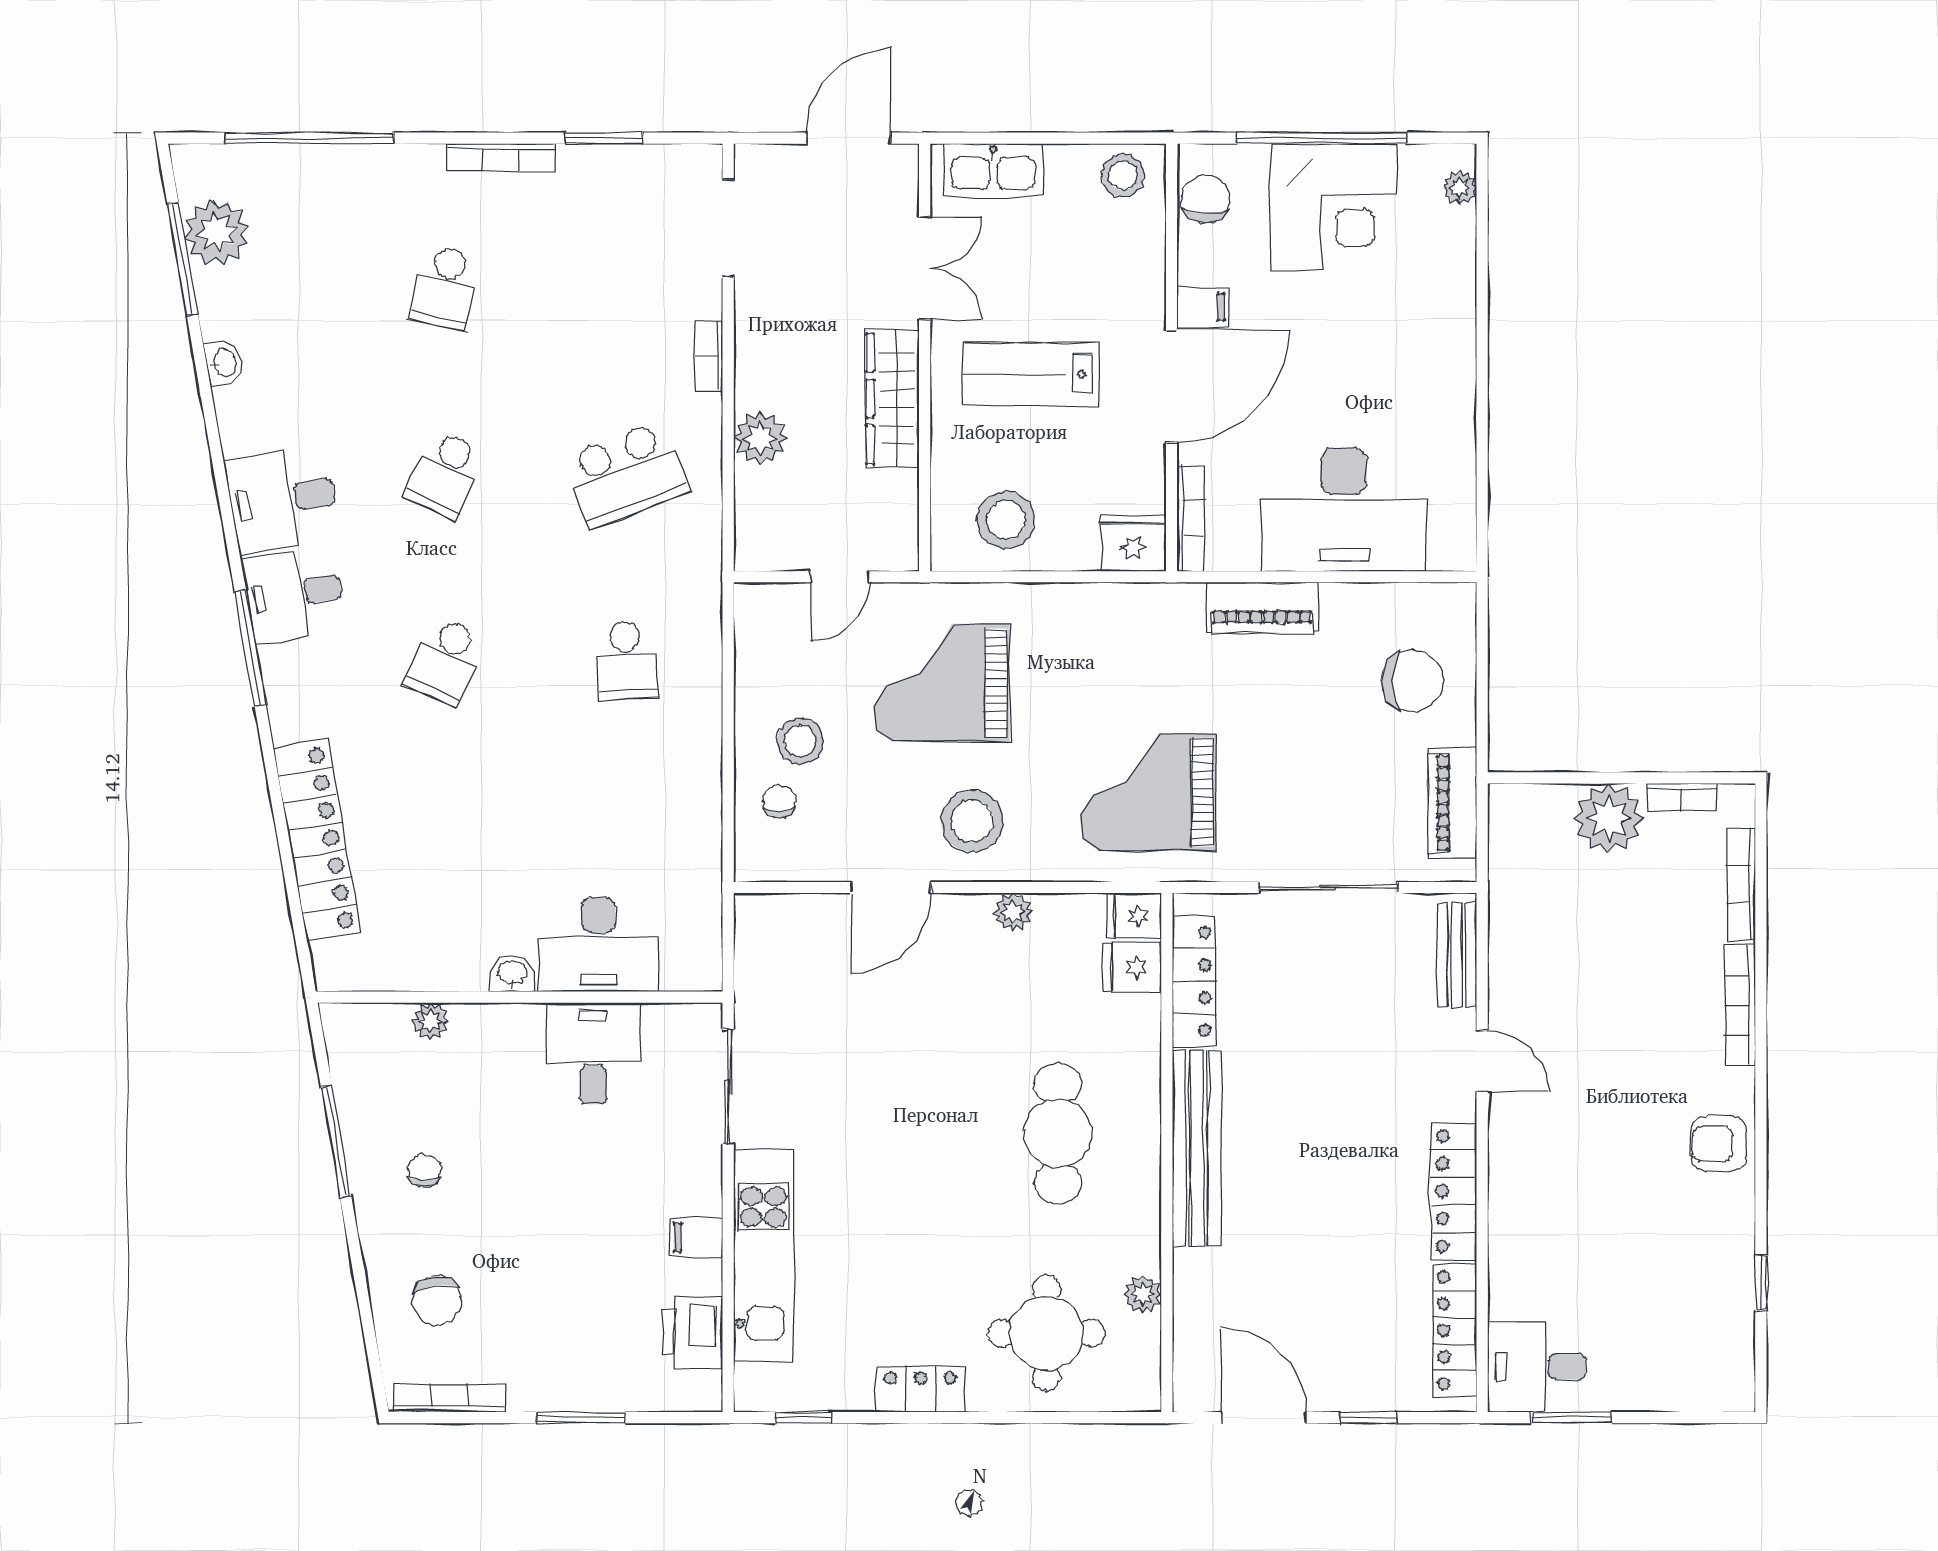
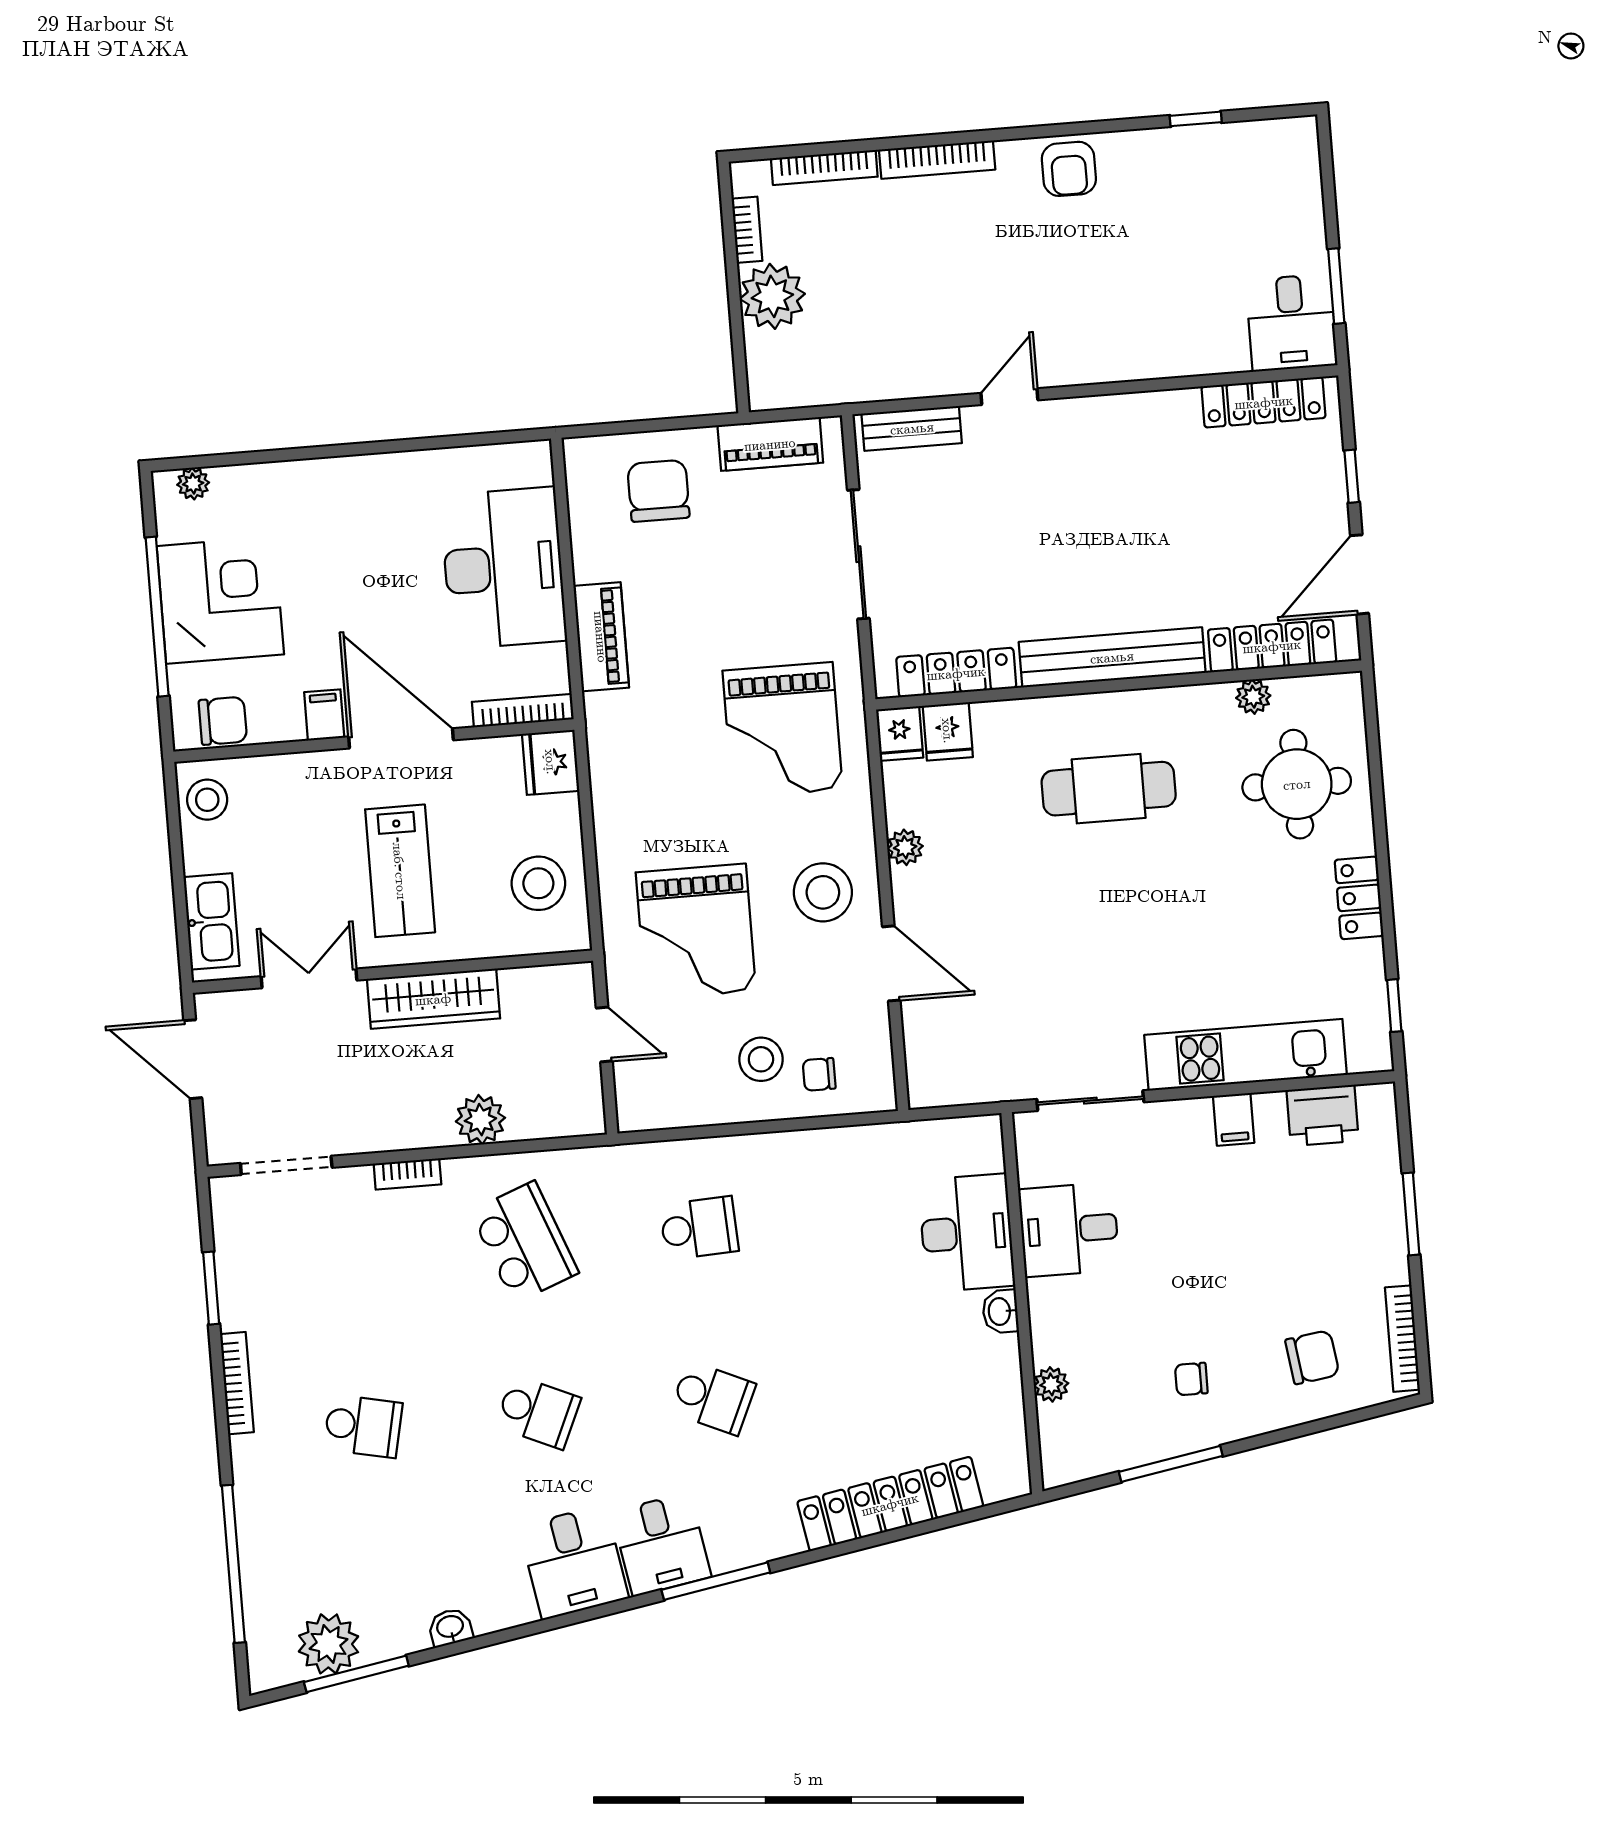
chair: (1205, 199) -> (223, 721), turned 180
locker: (1454, 1191) -> (1272, 646), moved, turned 180

